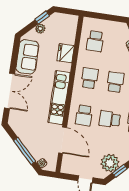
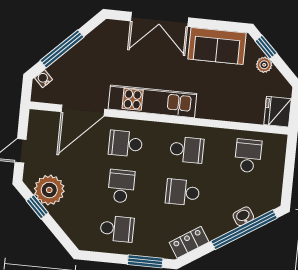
window: (42, 18) -> (266, 47), moved
school desk: (95, 41) -> (248, 156), turned 90
fridge: (66, 53) -> (278, 112), moved, turned -90
school desk: (115, 82) -> (183, 192), turned 180

